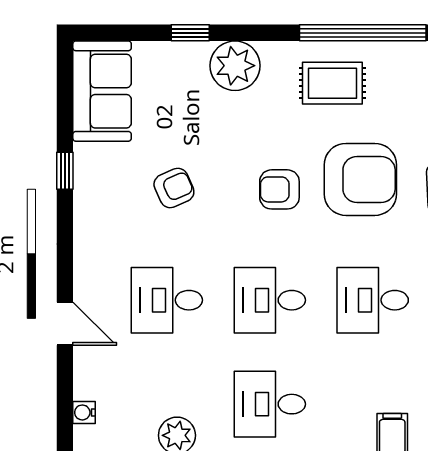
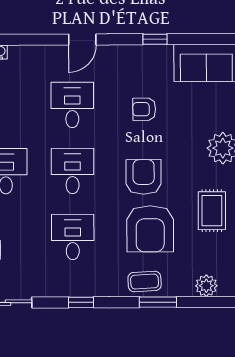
armchair: (174, 188) -> (144, 109), turned 114
armchair: (279, 189) -> (144, 177), width x1.38, depth x1.38
door: (65, 324) -> (82, 39), moved

